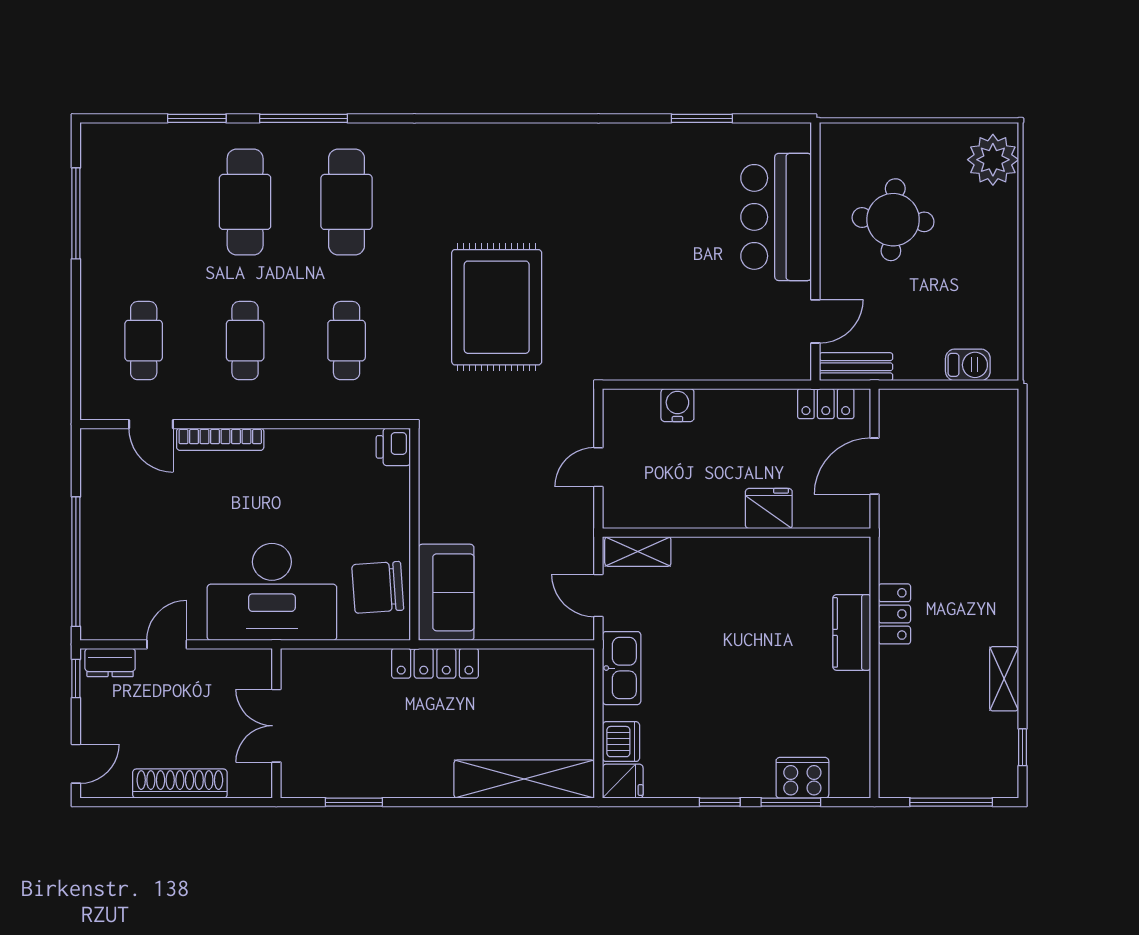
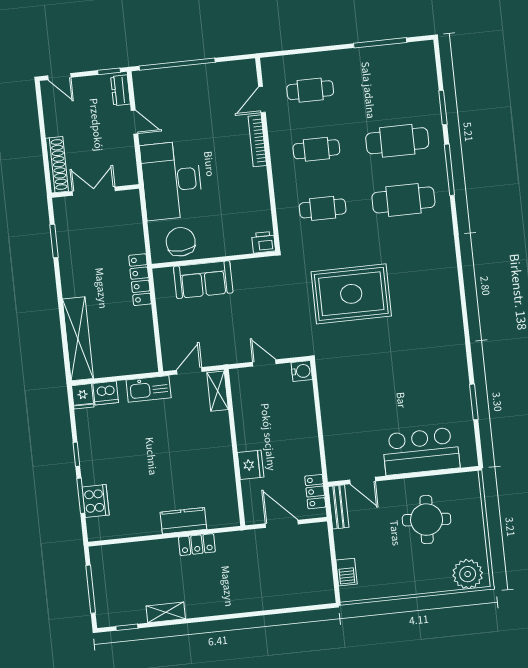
water cooler: (677, 405) -> (302, 371), moved
sofa: (446, 592) -> (203, 280), moved
shoe rack: (180, 784) -> (57, 165), moved

